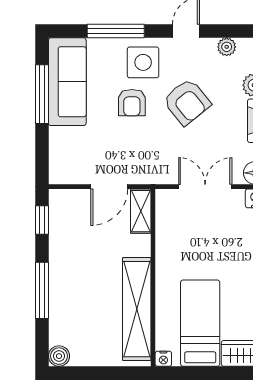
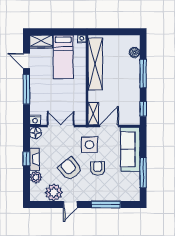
plant: (227, 47) -> (54, 192), width x1.88, depth x1.88
side table: (143, 62) -> (90, 145), moved
sofa: (67, 82) -> (130, 149), moved
double door: (205, 187) -> (61, 126), swing flipped
boiler: (59, 356) -> (135, 52), moved

